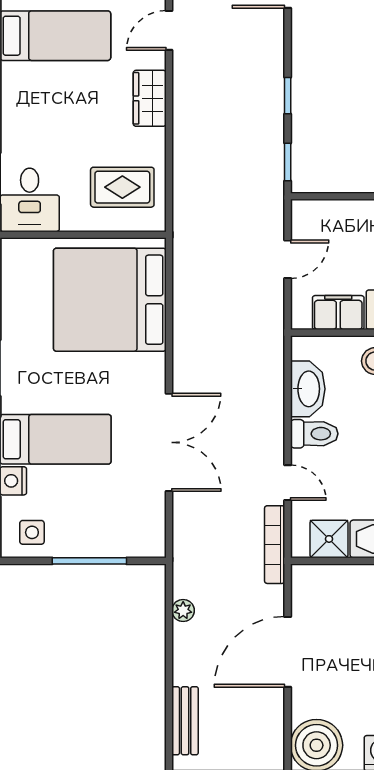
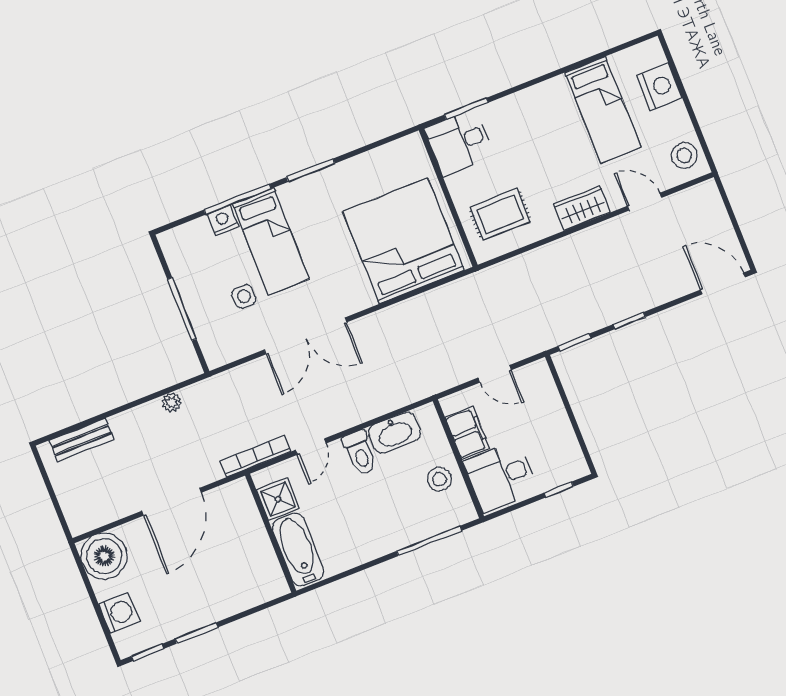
rug: (122, 187) -> (500, 214), turned 90
side table: (32, 532) -> (244, 296), moved
door: (288, 652) -> (172, 502), swing flipped

